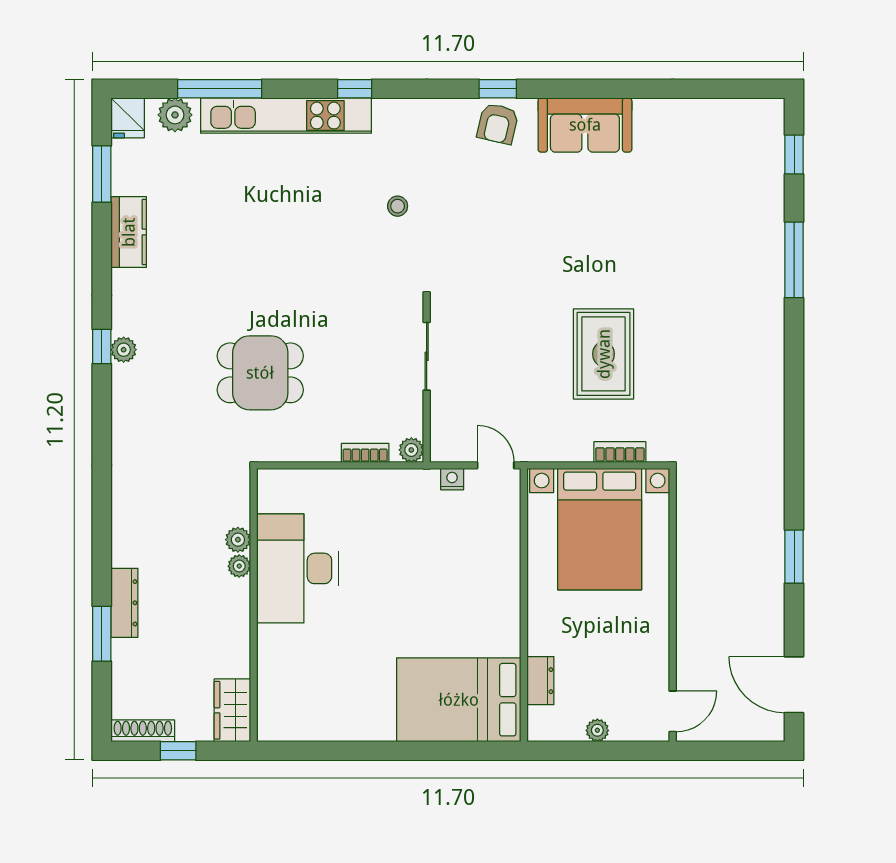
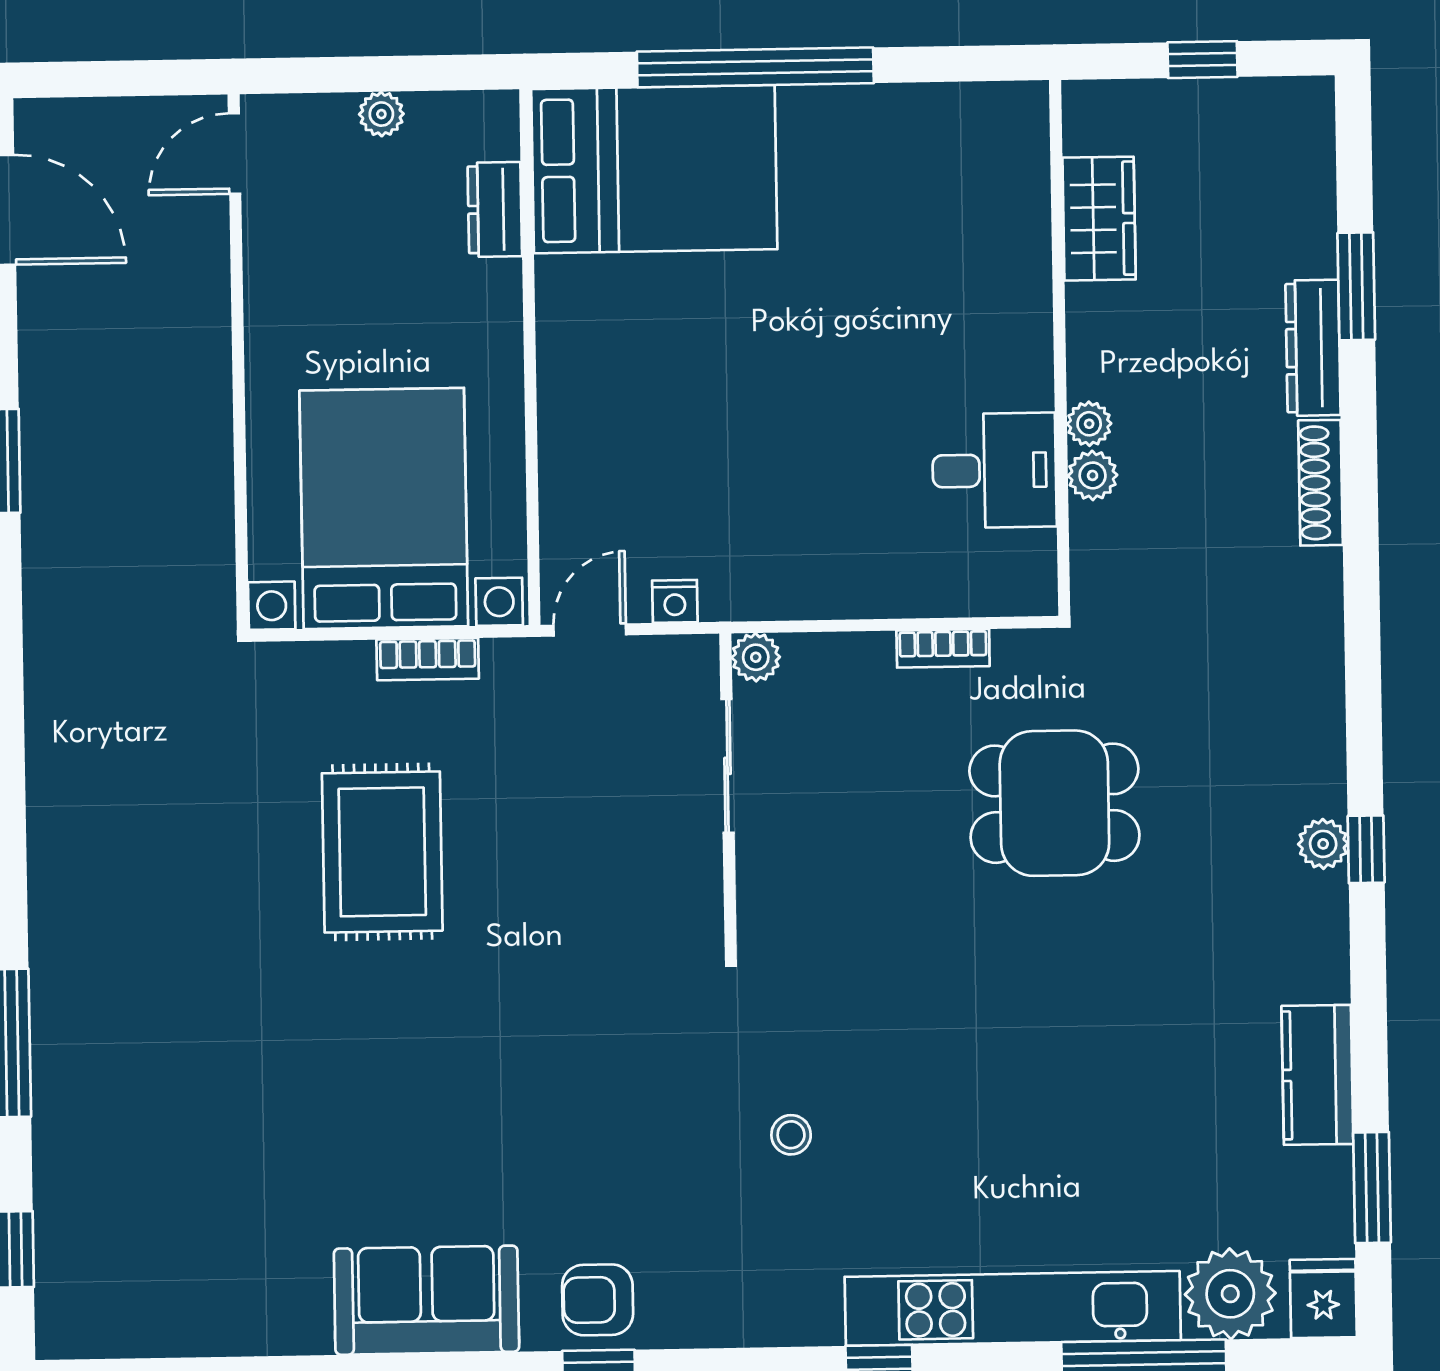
plant: (175, 115) -> (1230, 1294), width x1.36, depth x1.36
armchair: (498, 124) -> (598, 1300), turned -103
sliding door: (427, 356) -> (728, 766), moved
bookcase: (620, 452) -> (428, 659), moved
bookcase: (365, 453) -> (943, 648), moved
door: (496, 465) -> (590, 630), swing flipped
desk: (297, 568) -> (994, 470), width x0.53, depth x0.77
wardrobe: (232, 710) -> (1099, 219), moved
shoe rack: (143, 731) -> (1321, 483), moved, turned 90
window: (406, 751) -> (755, 67), added

